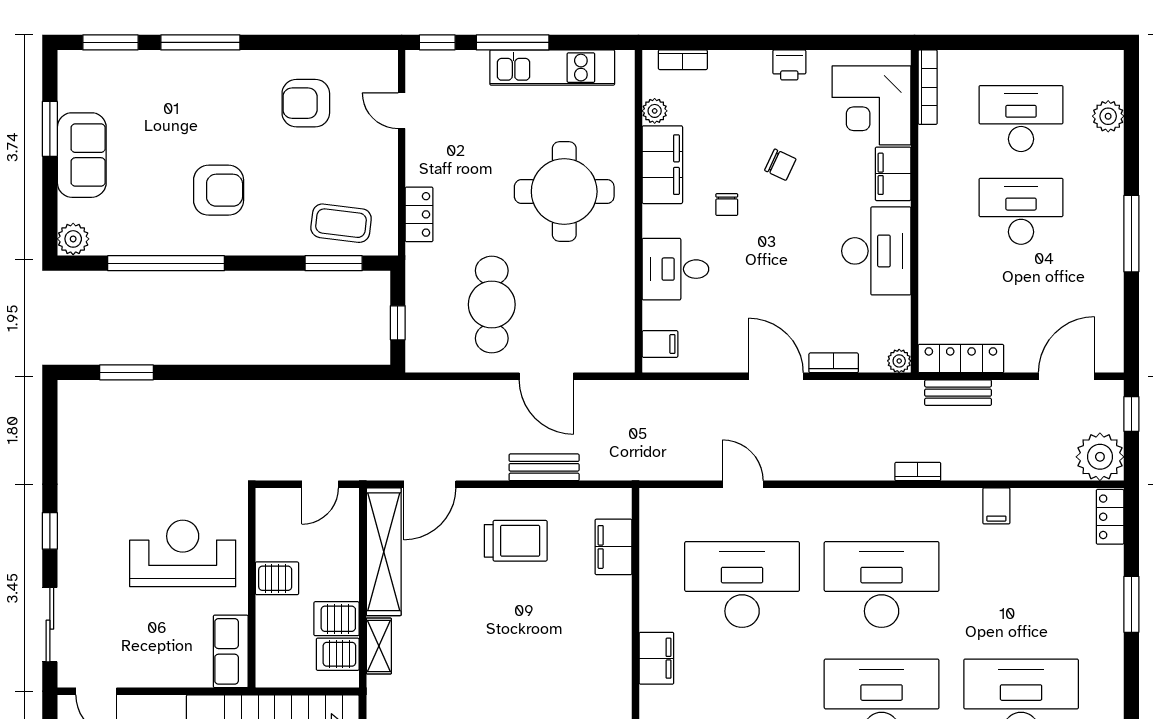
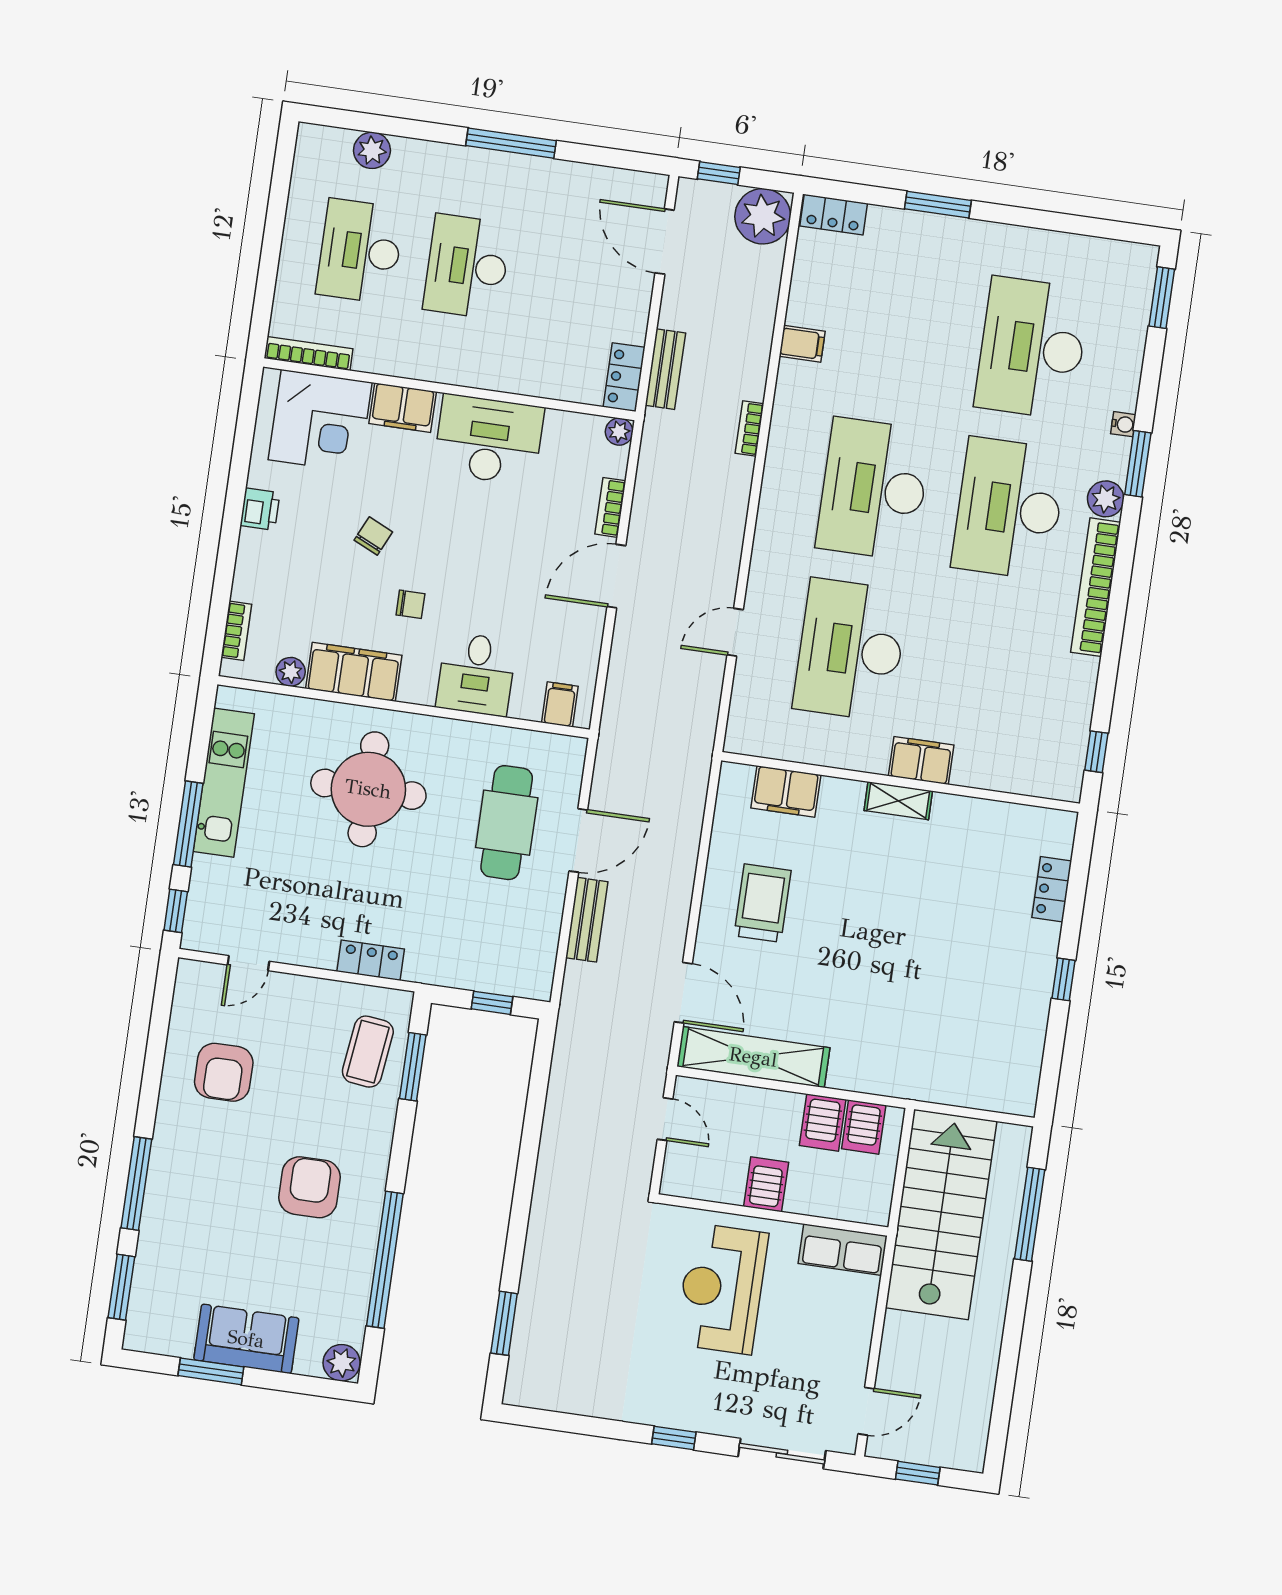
cafe table: (492, 305) -> (507, 823), moved, turned 90
locker: (961, 359) -> (624, 377), width x0.66
bench: (544, 467) -> (587, 920), moved
shelving: (379, 646) -> (898, 801), moved

